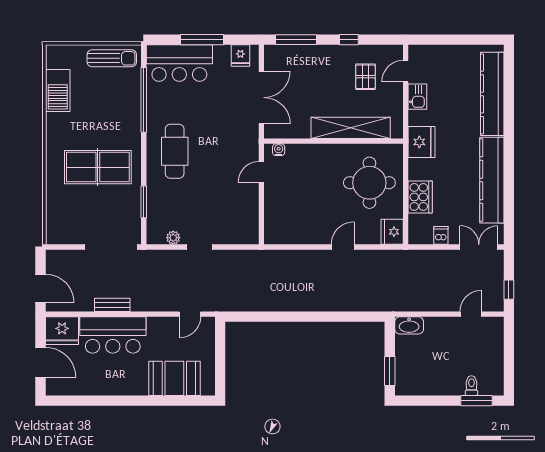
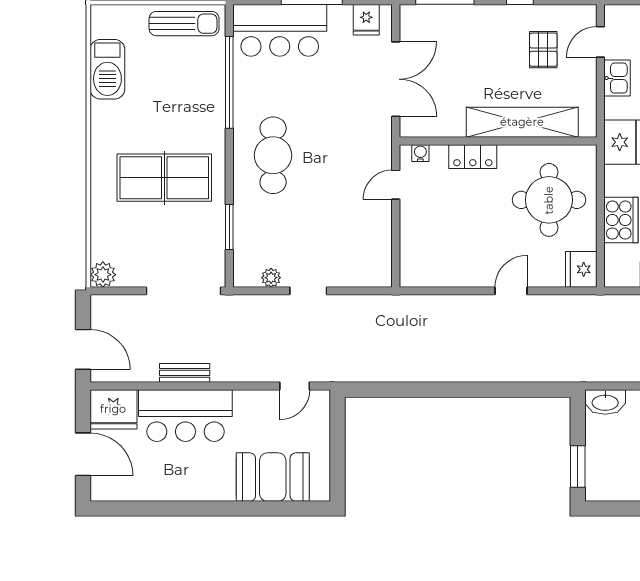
locker: (316, 152) -> (473, 157), added
plant: (55, 235) -> (103, 275), added

